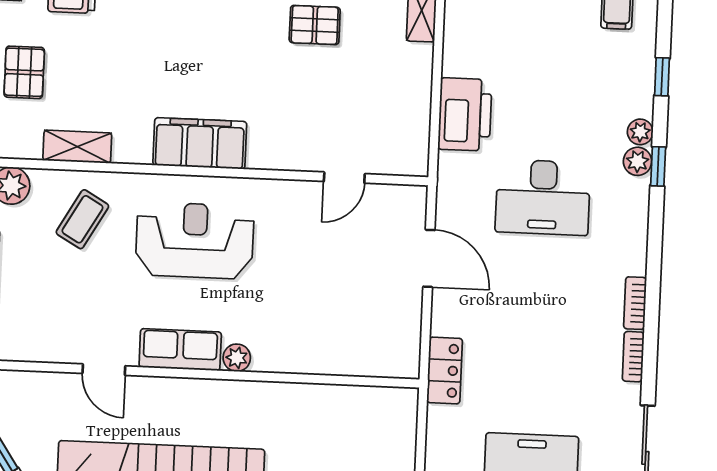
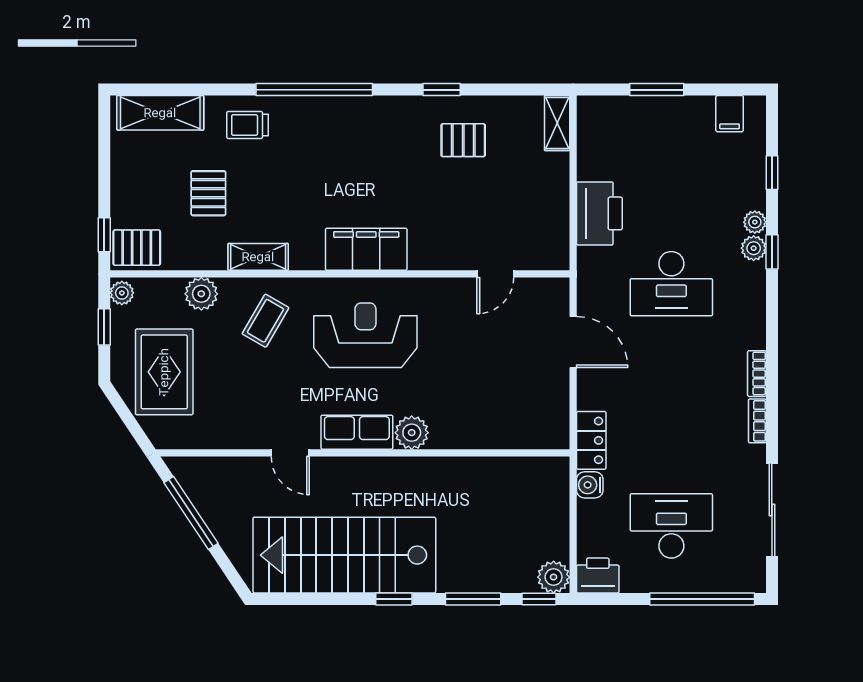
plant: (237, 358) -> (412, 433), width x1.38, depth x1.38
water cooler: (441, 421) -> (590, 485), added

